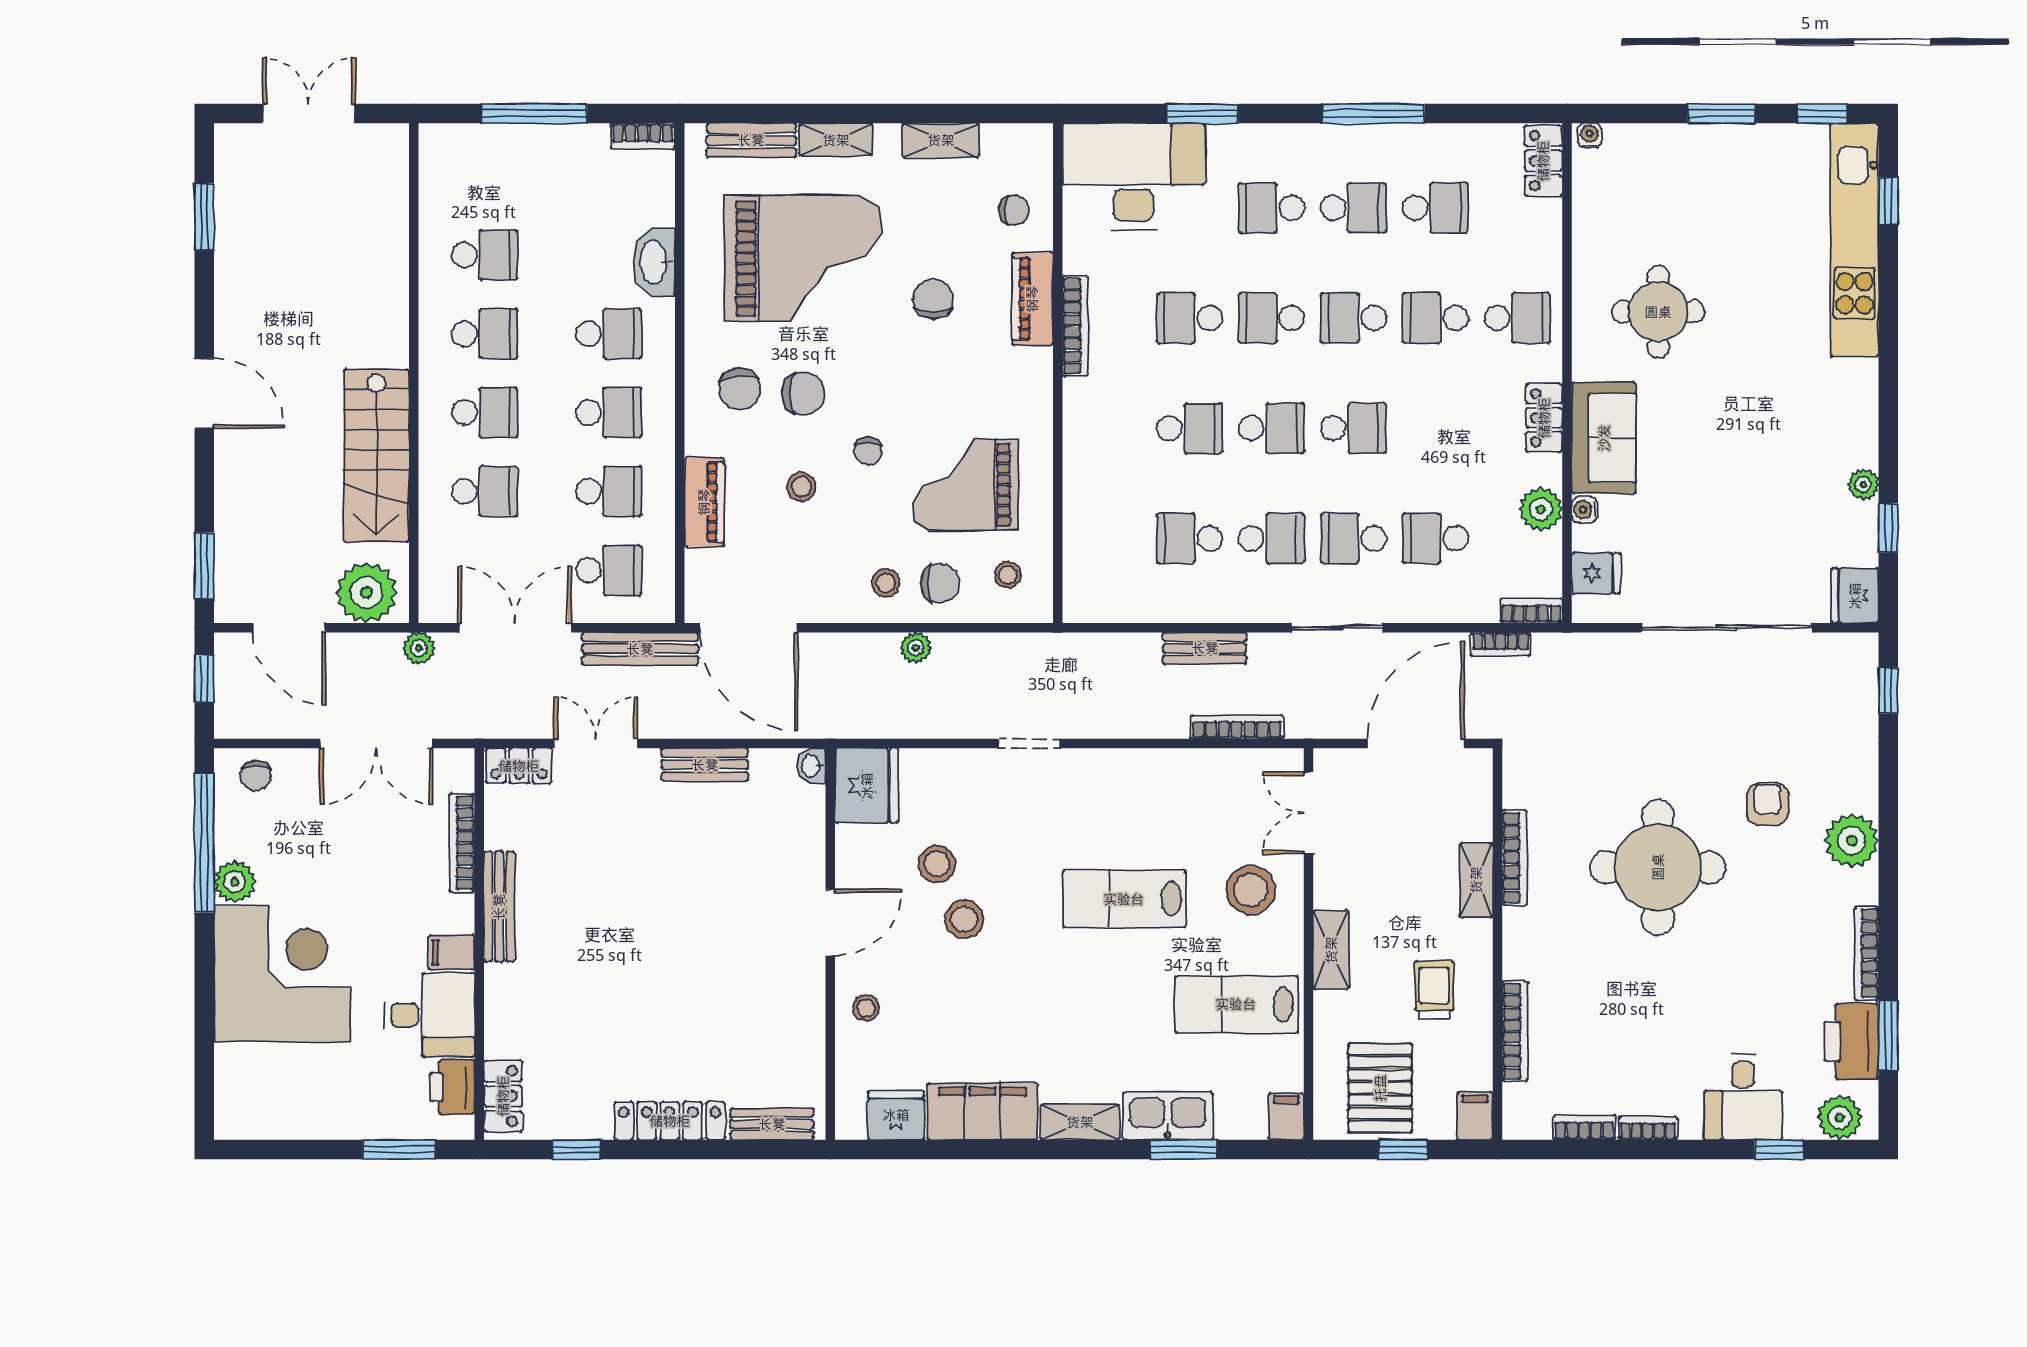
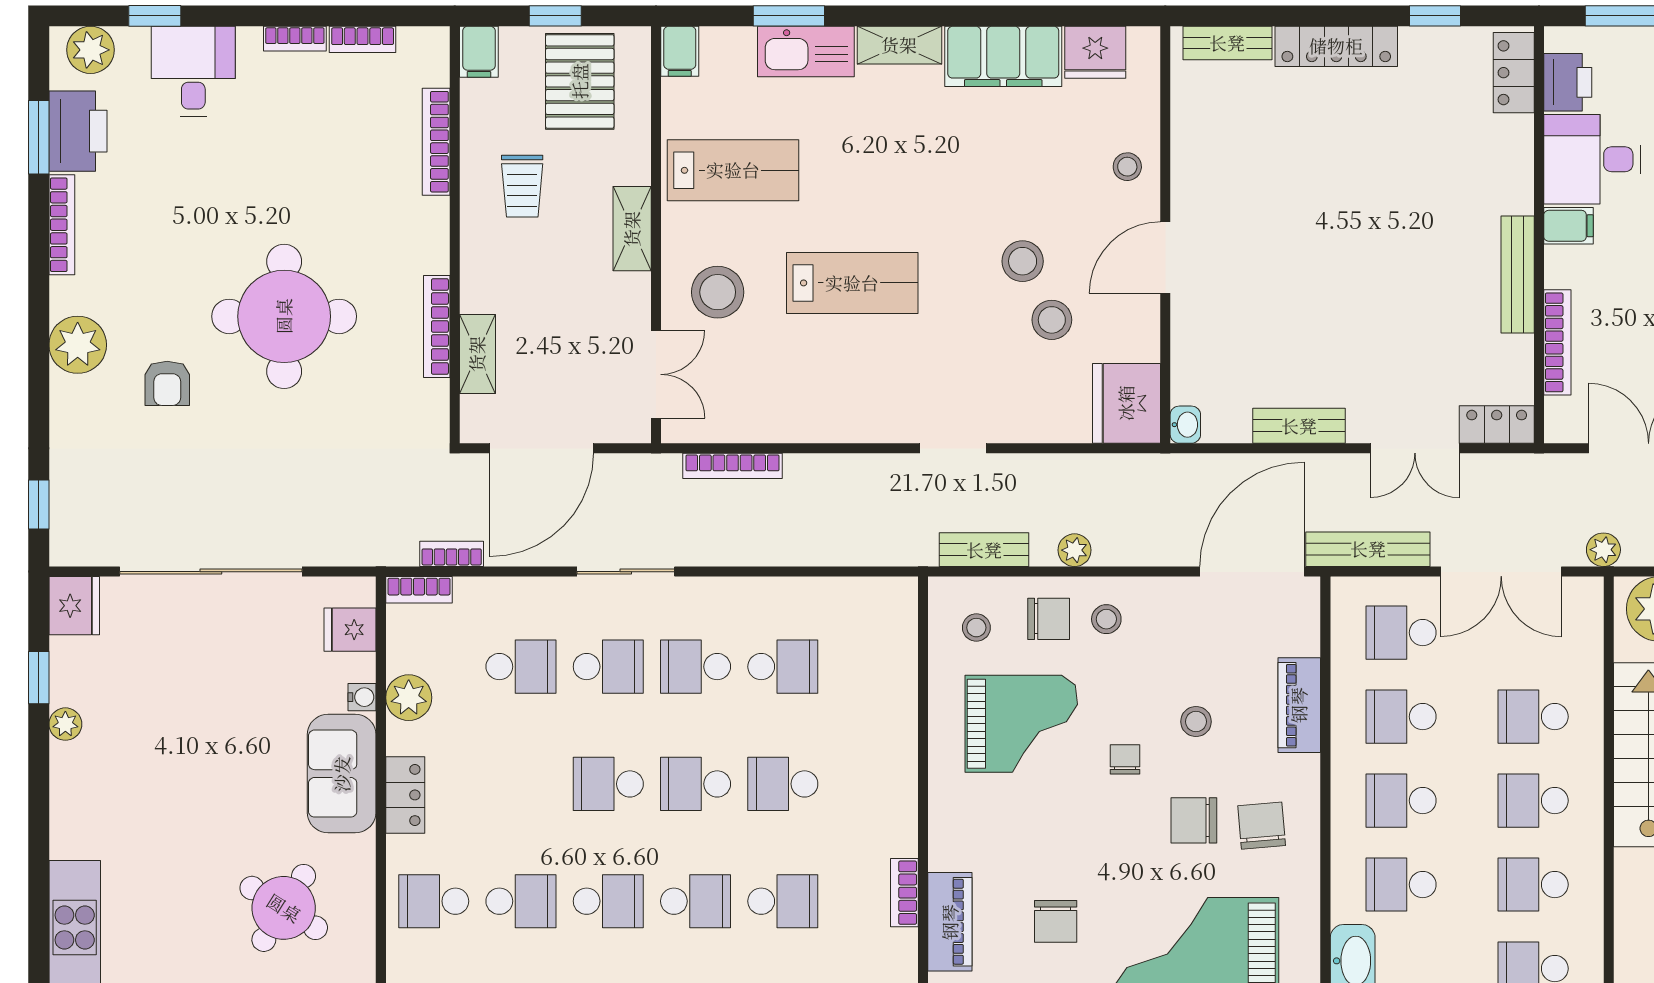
round table: (1658, 312) -> (284, 908), turned 32
bookcase: (1075, 326) -> (904, 893), width x0.64
chair: (940, 583) -> (1049, 619), turned 180
door: (749, 628) -> (1252, 572), hinge flipped
bench: (1205, 648) -> (984, 550), moved
shelving: (1476, 880) -> (477, 354), moved

